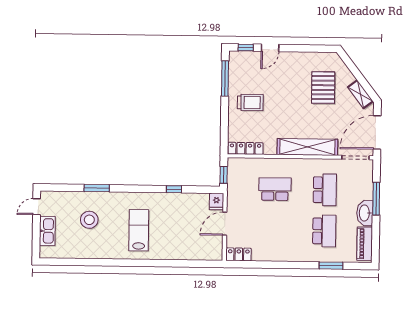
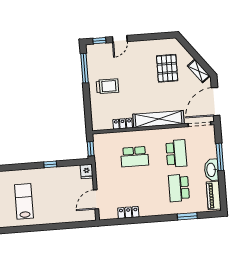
locker: (245, 148) -> (123, 124), moved, width x0.66
school desk: (275, 189) -> (135, 157), turned 180
door: (225, 224) -> (96, 199), moved
school desk: (324, 231) -> (179, 188), turned 180
locker: (239, 254) -> (128, 213), moved

